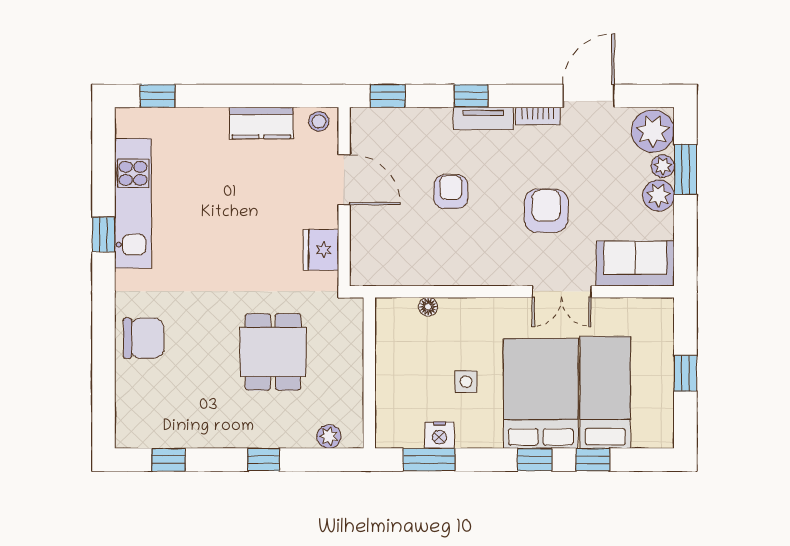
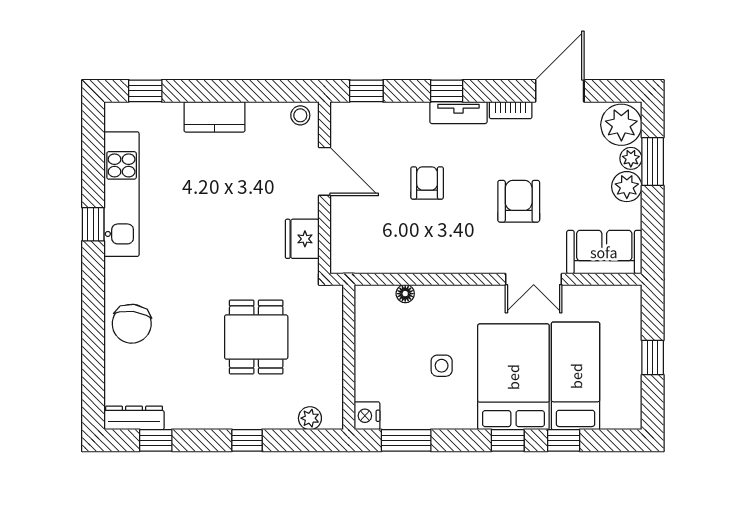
kitchen counter: (261, 123) -> (214, 117), moved
chair: (144, 338) -> (132, 324), turned 97
nightstand: (439, 435) -> (367, 416), moved, turned 90
dresser: (146, 436) -> (134, 418), added

